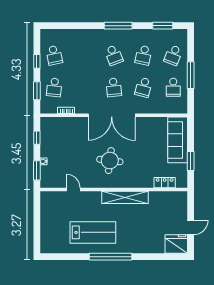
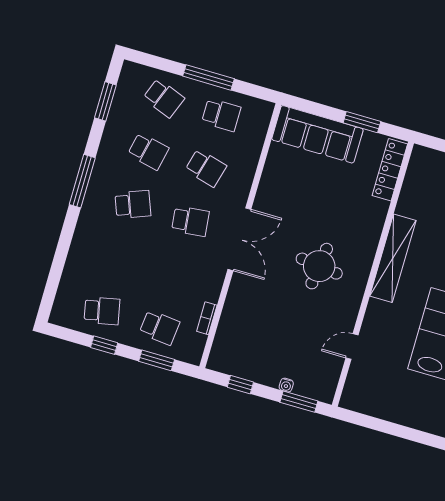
double door: (112, 115) -> (239, 239), width x0.73
locker: (165, 183) -> (390, 170), width x1.53

